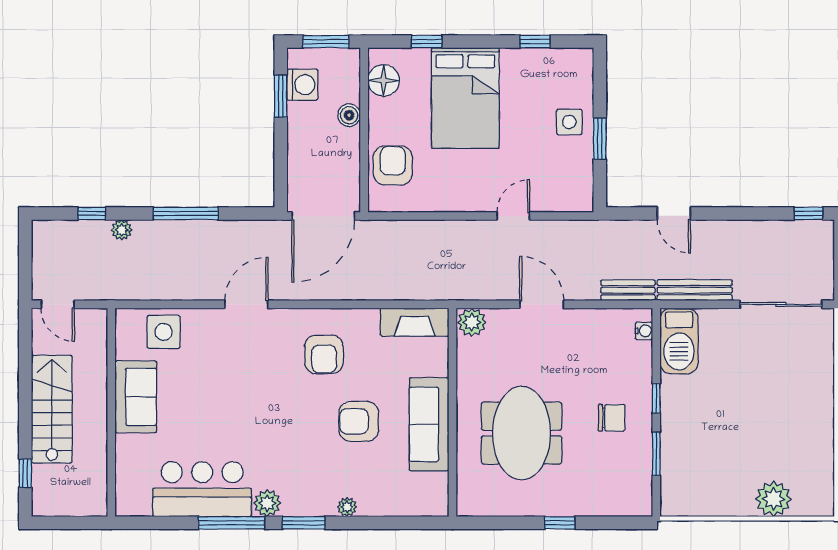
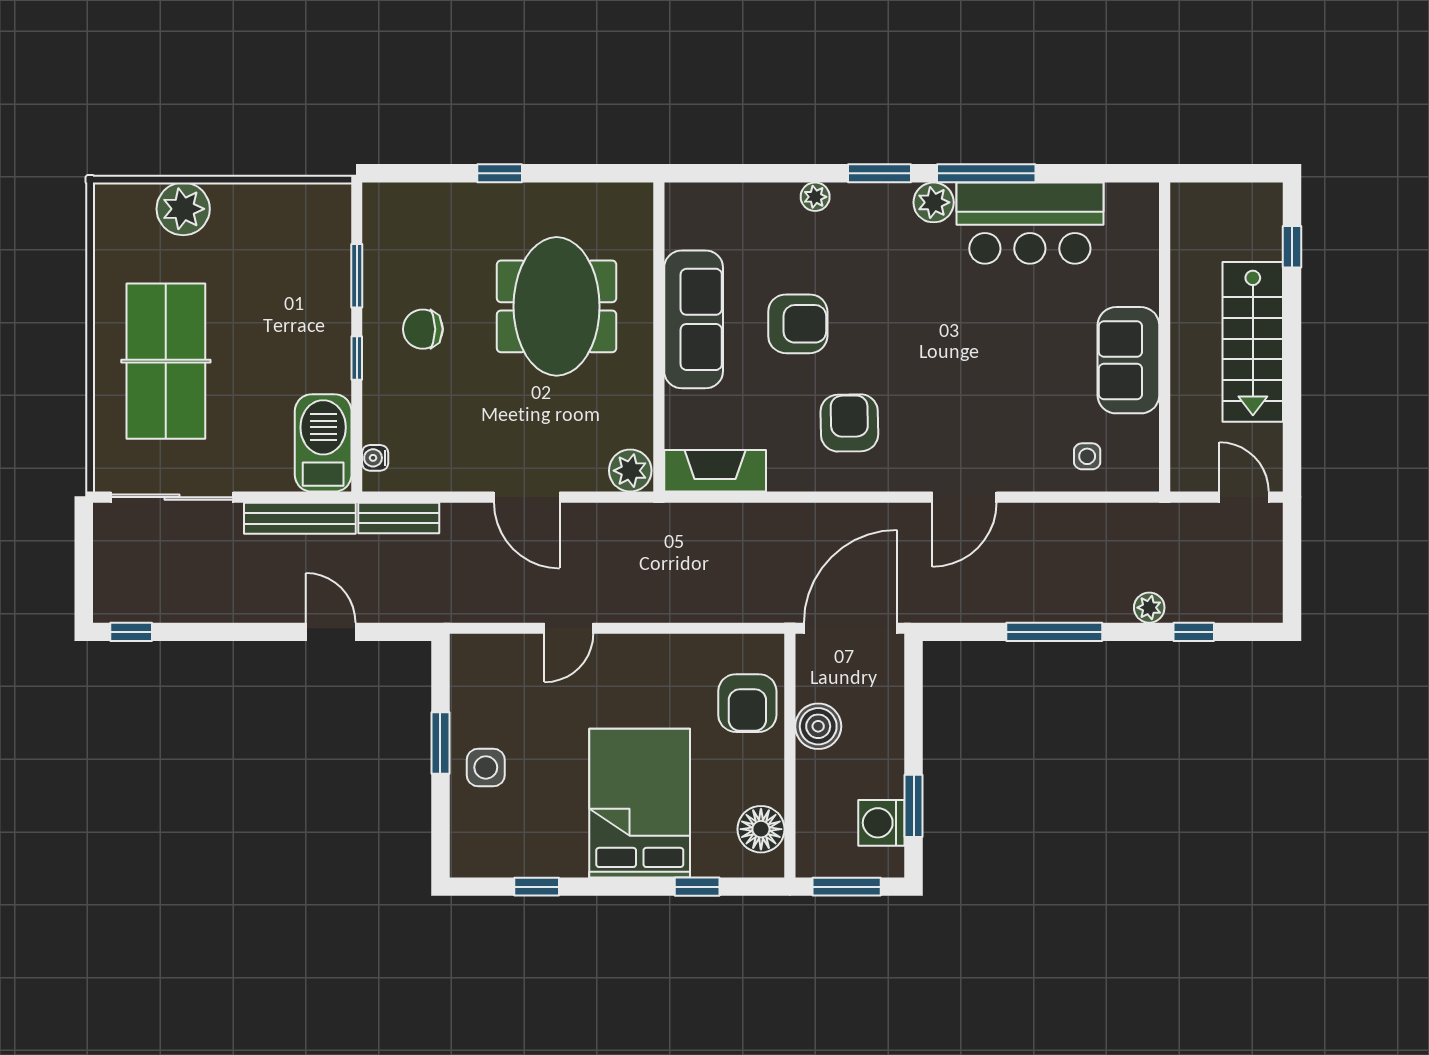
boiler: (349, 115) -> (818, 726), moved, width x1.36, depth x1.36
side table: (164, 332) -> (1087, 456), width x0.54, depth x0.54
table tennis table: (785, 396) -> (166, 361), added

